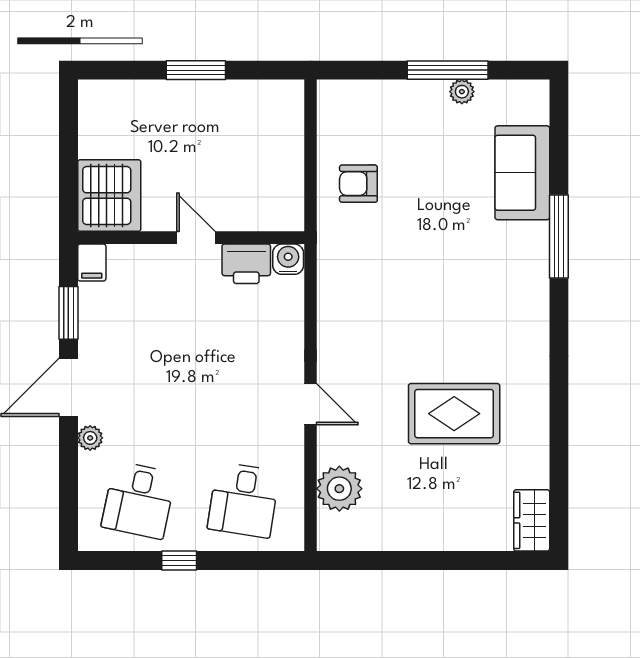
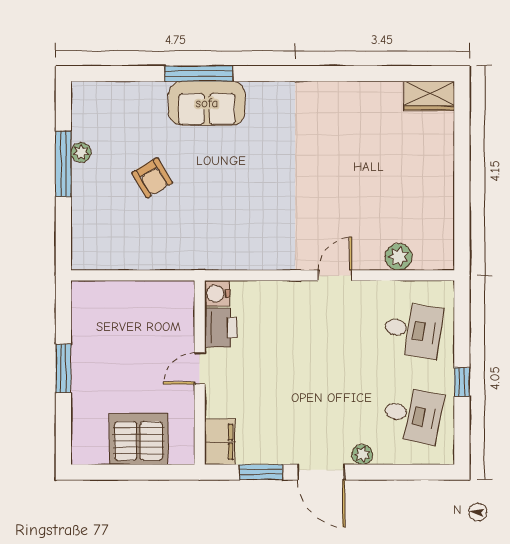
sofa: (522, 173) -> (207, 103), moved
armchair: (358, 184) -> (152, 178), moved, turned -31
server rack: (109, 196) -> (139, 439), moved
filing cabinet: (92, 263) -> (220, 442), width x2.00
rug: (454, 414) -> (343, 159), removed
plant: (339, 489) -> (399, 257), width x0.73, depth x0.73

